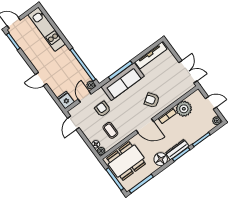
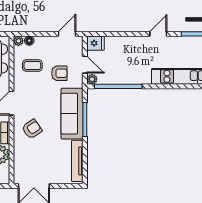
door: (41, 79) -> (158, 34), moved
door: (73, 123) -> (67, 34), hinge flipped

